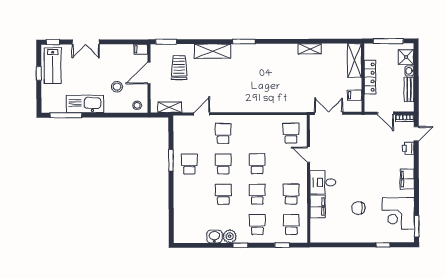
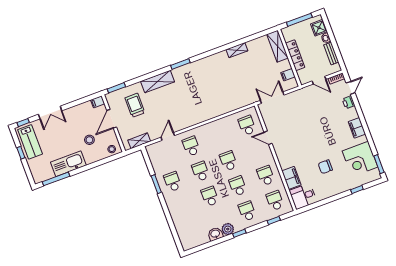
desk: (323, 182) -> (303, 196), moved

